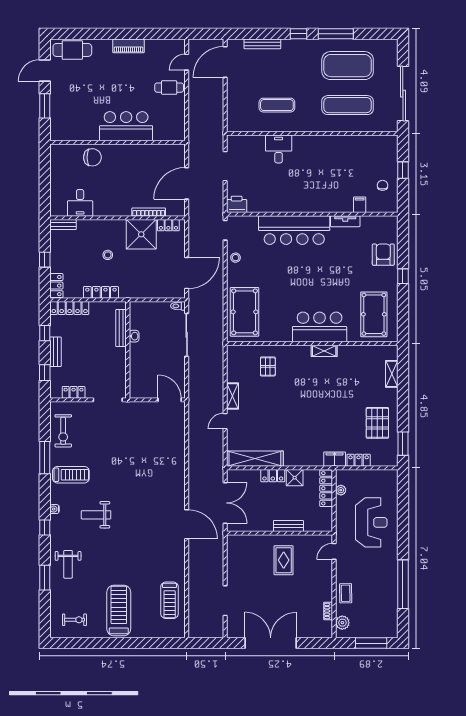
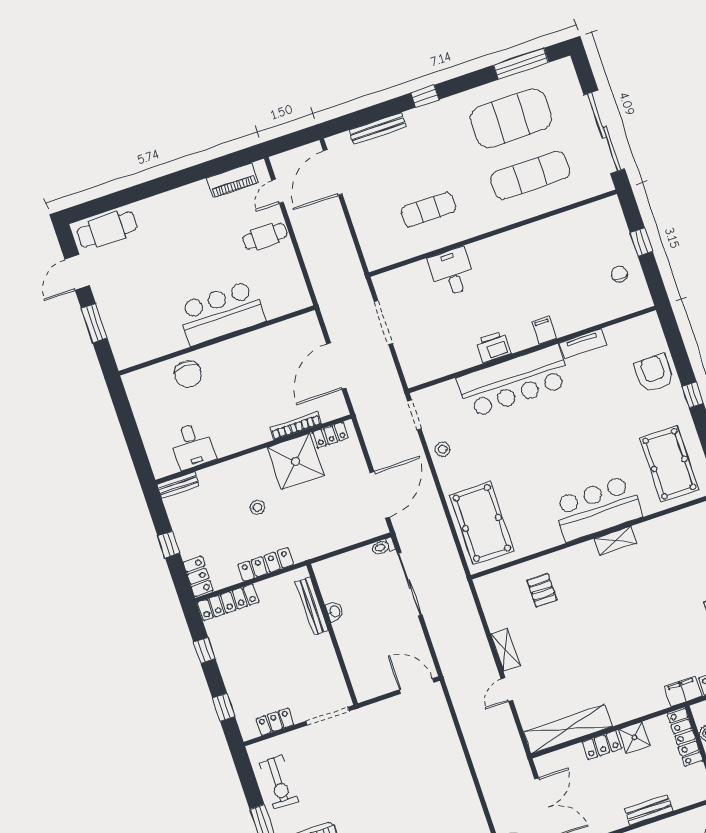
window: (336, 34) -> (521, 64), moved
piano: (128, 46) -> (232, 180), moved
chair: (92, 157) -> (188, 374), turned 90
printer: (237, 204) -> (493, 347), moved
filing cabinet: (360, 205) -> (544, 330), moved
bench: (55, 352) -> (229, 672), removed

